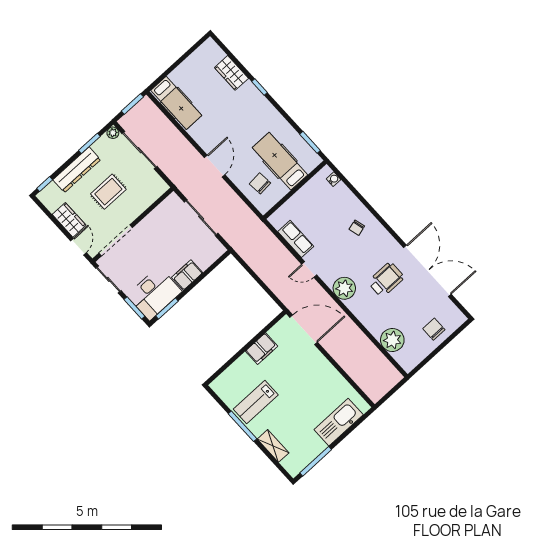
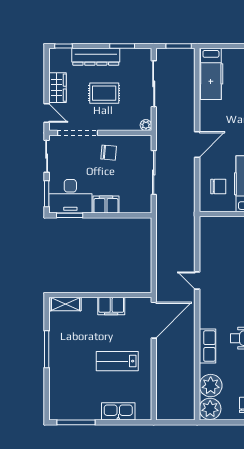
plant: (113, 133) -> (146, 125), moved
chair: (260, 183) -> (218, 187), turned 95
chair: (153, 234) -> (109, 153), added
row of seats: (296, 239) -> (207, 346), moved
door: (78, 247) -> (47, 113), hinge flipped
plant: (344, 288) -> (210, 409), moved
door: (304, 330) -> (154, 320), hinge flipped
lab bench: (256, 402) -> (117, 361), moved
kitchen sink: (339, 422) -> (118, 411), width x0.73, depth x0.81
shelving: (273, 446) -> (66, 304), moved, turned 90

